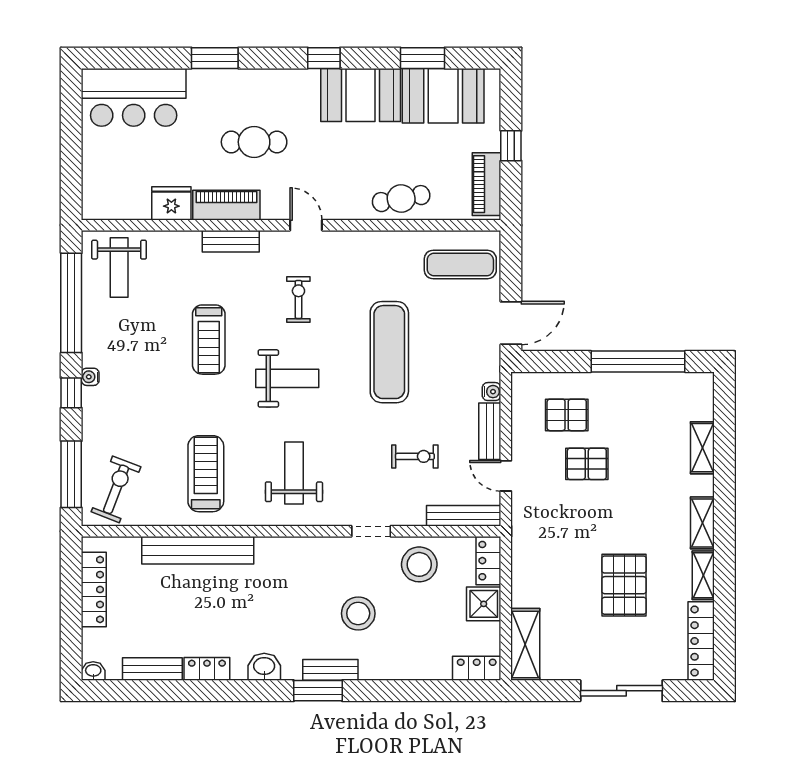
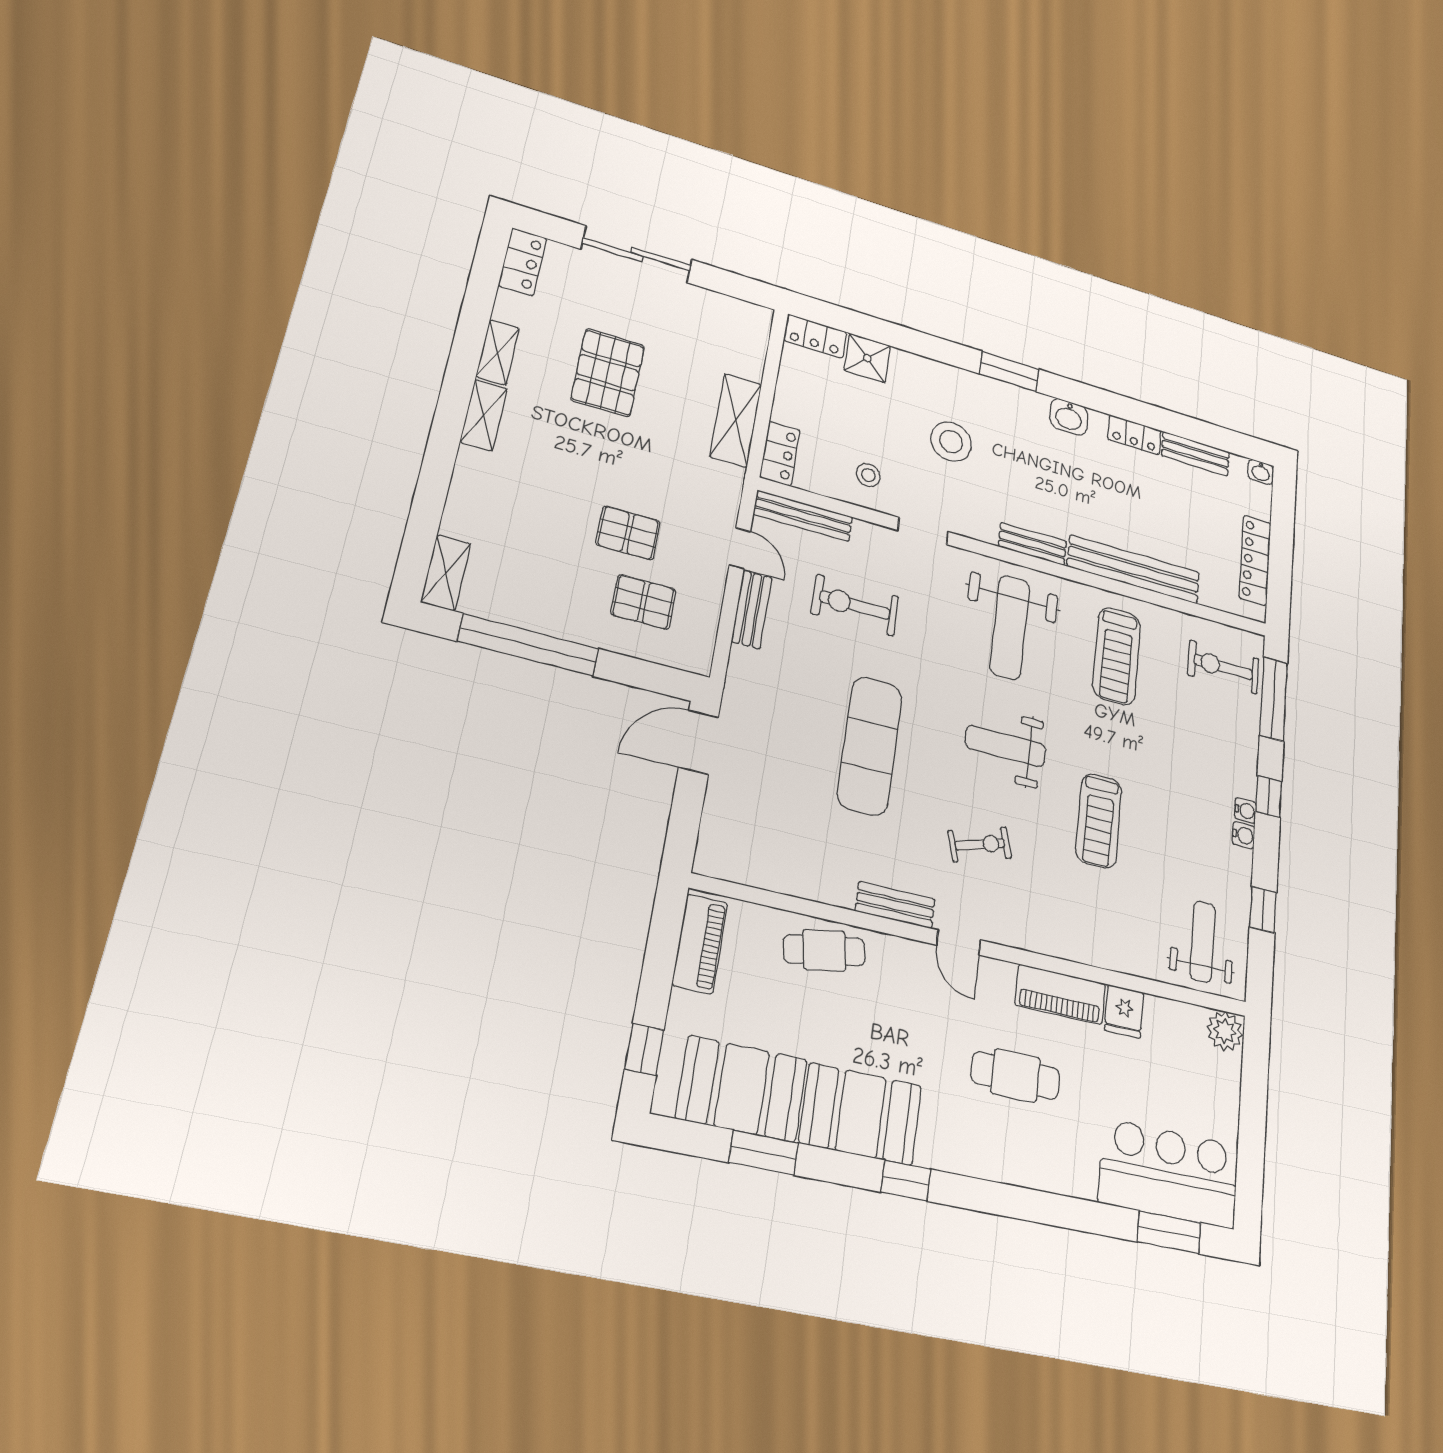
window: (215, 58) -> (1169, 1232), moved
window: (511, 146) -> (644, 1049), moved
fridge: (171, 203) -> (1124, 1011), width x0.72
plant: (97, 206) -> (1225, 1031), added
bench: (231, 241) -> (895, 905), moved
exercise mat: (460, 265) -> (756, 839), removed
exercise bike: (298, 299) -> (980, 844), turned -107
window: (71, 303) -> (1263, 910), width x0.32
treadmill: (209, 340) -> (1099, 821), turned 180
water cooler: (492, 392) -> (1244, 835), moved, turned 180
shelving: (702, 448) -> (446, 573), moved
exercise bike: (415, 456) -> (855, 605), width x1.38, depth x1.39
weight bench: (294, 473) -> (1010, 627), width x1.36, depth x1.33
exercise bike: (116, 489) -> (1223, 667), turned 69
stool: (419, 564) -> (868, 475), width x0.53, depth x0.53
shower: (484, 604) -> (867, 358), moved
locker: (701, 641) -> (523, 262), width x0.66
shelving: (525, 644) -> (736, 420), moved
bench: (330, 670) -> (1033, 544), moved

